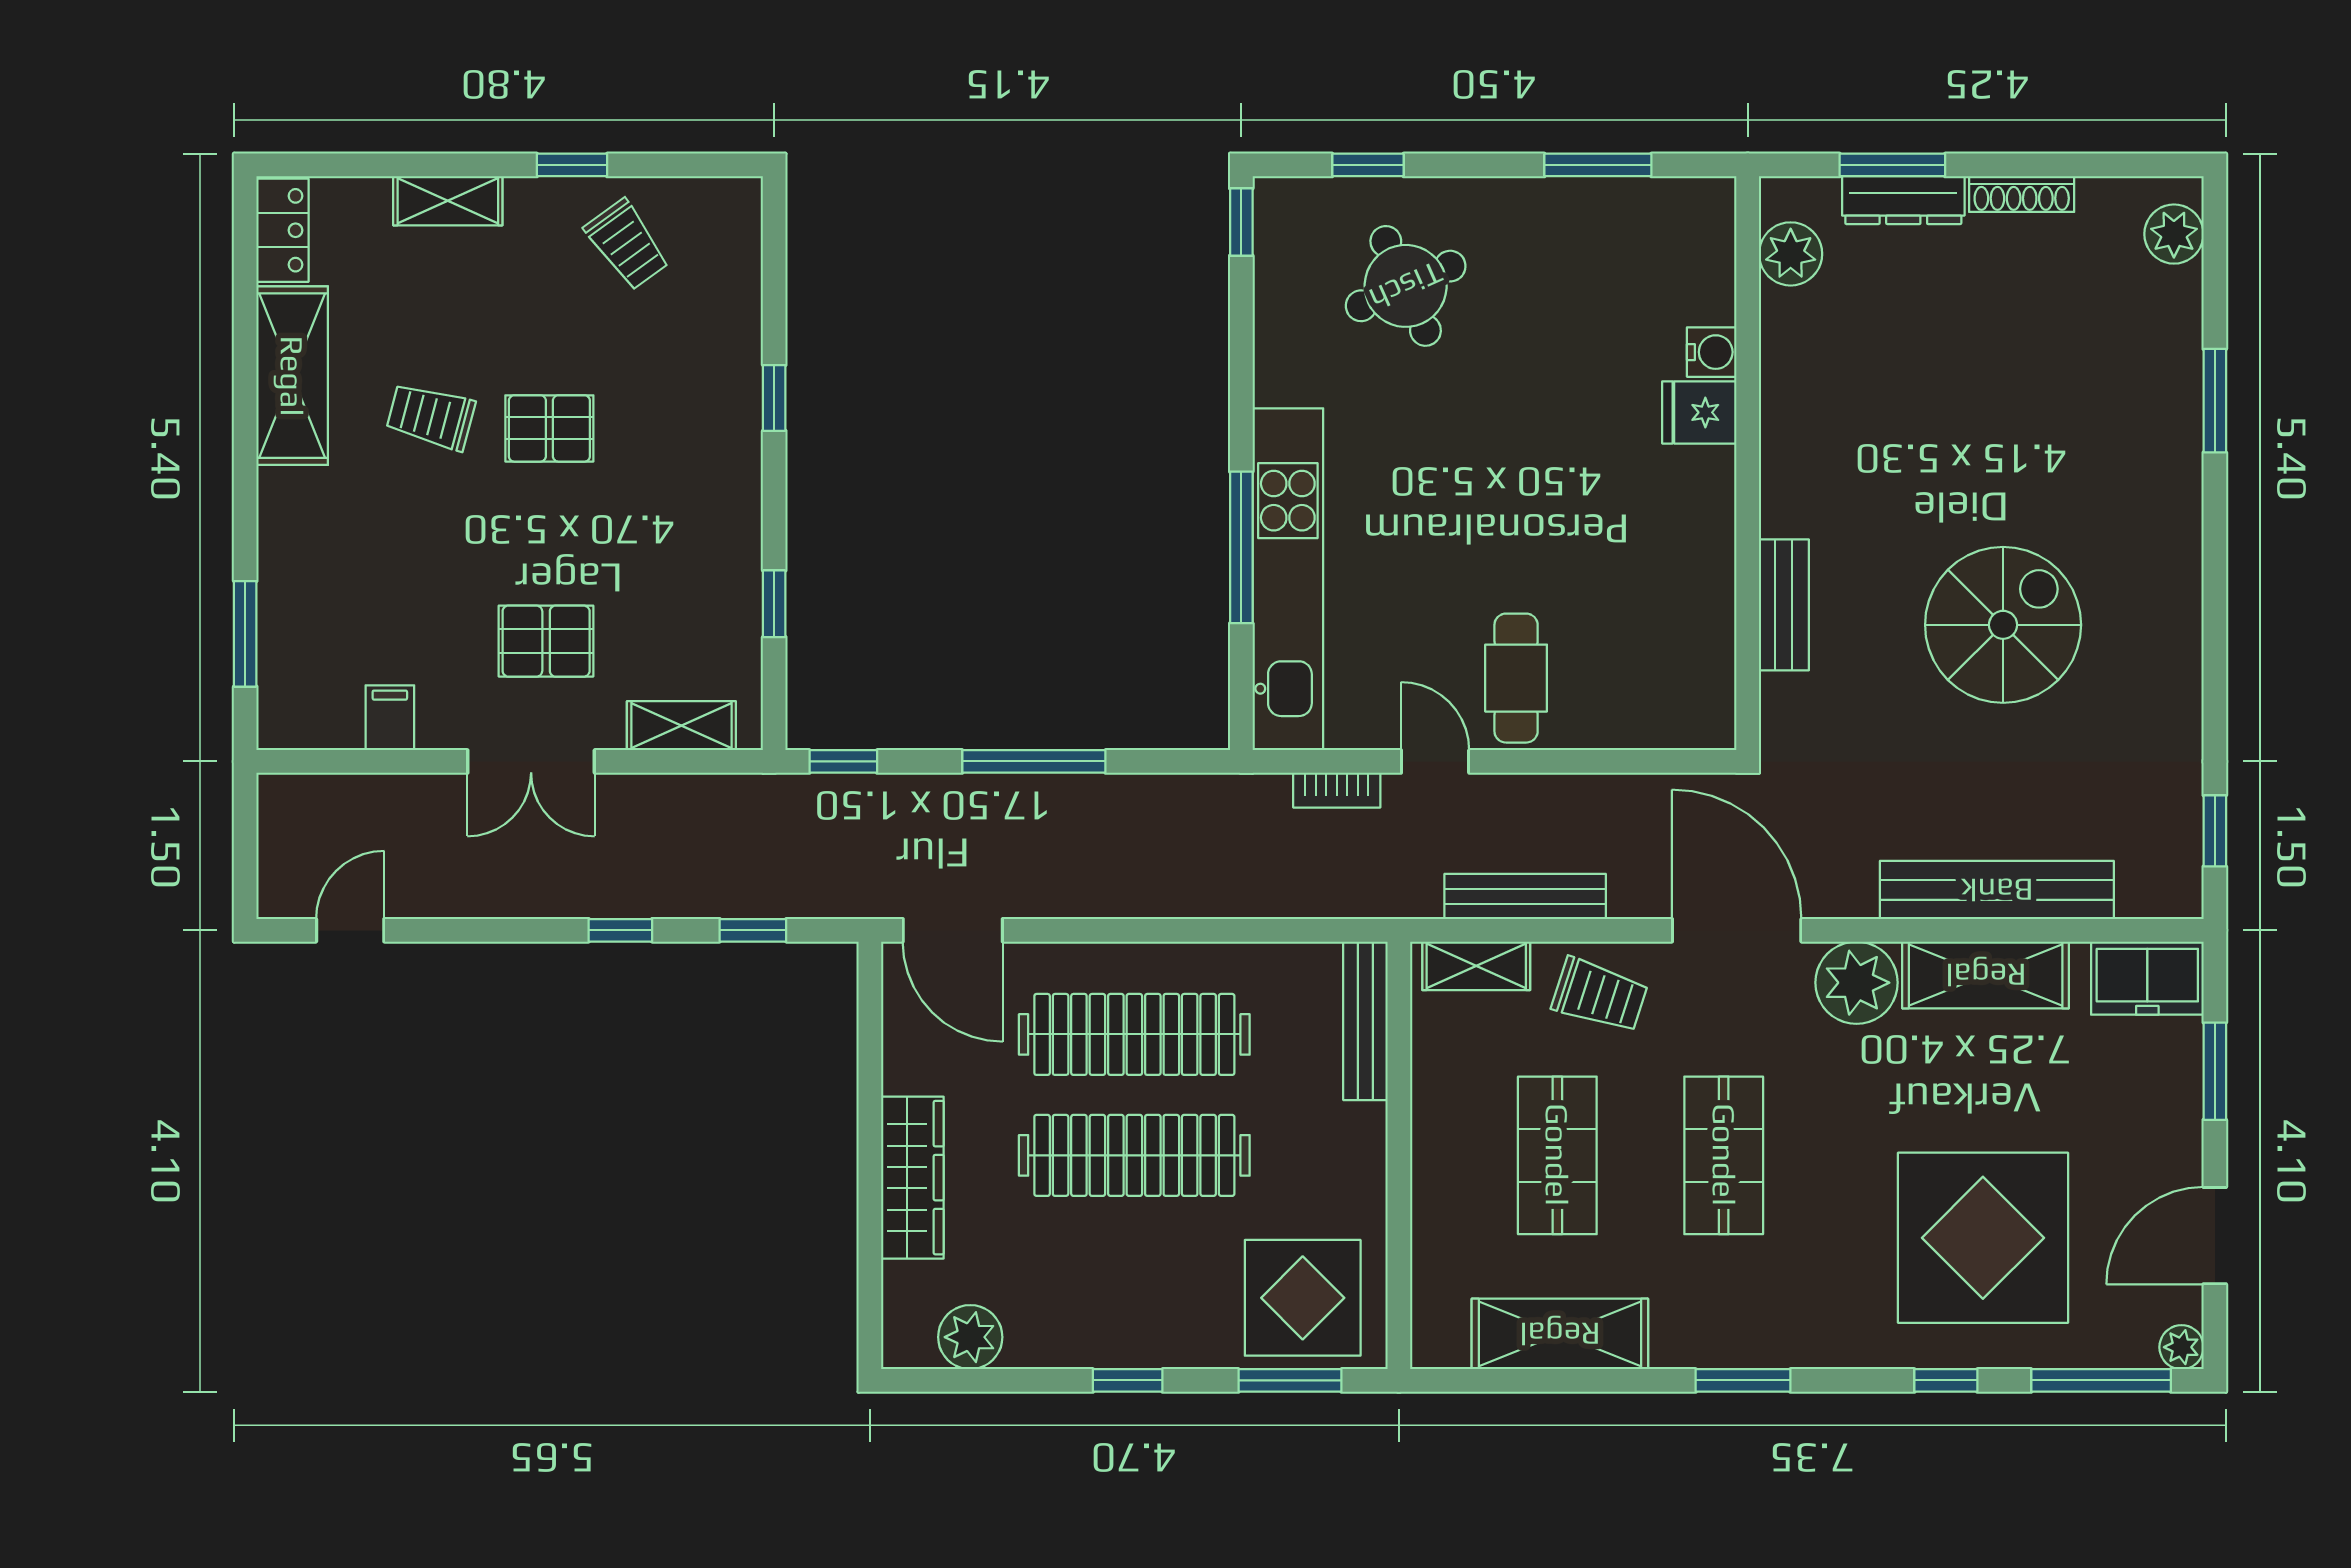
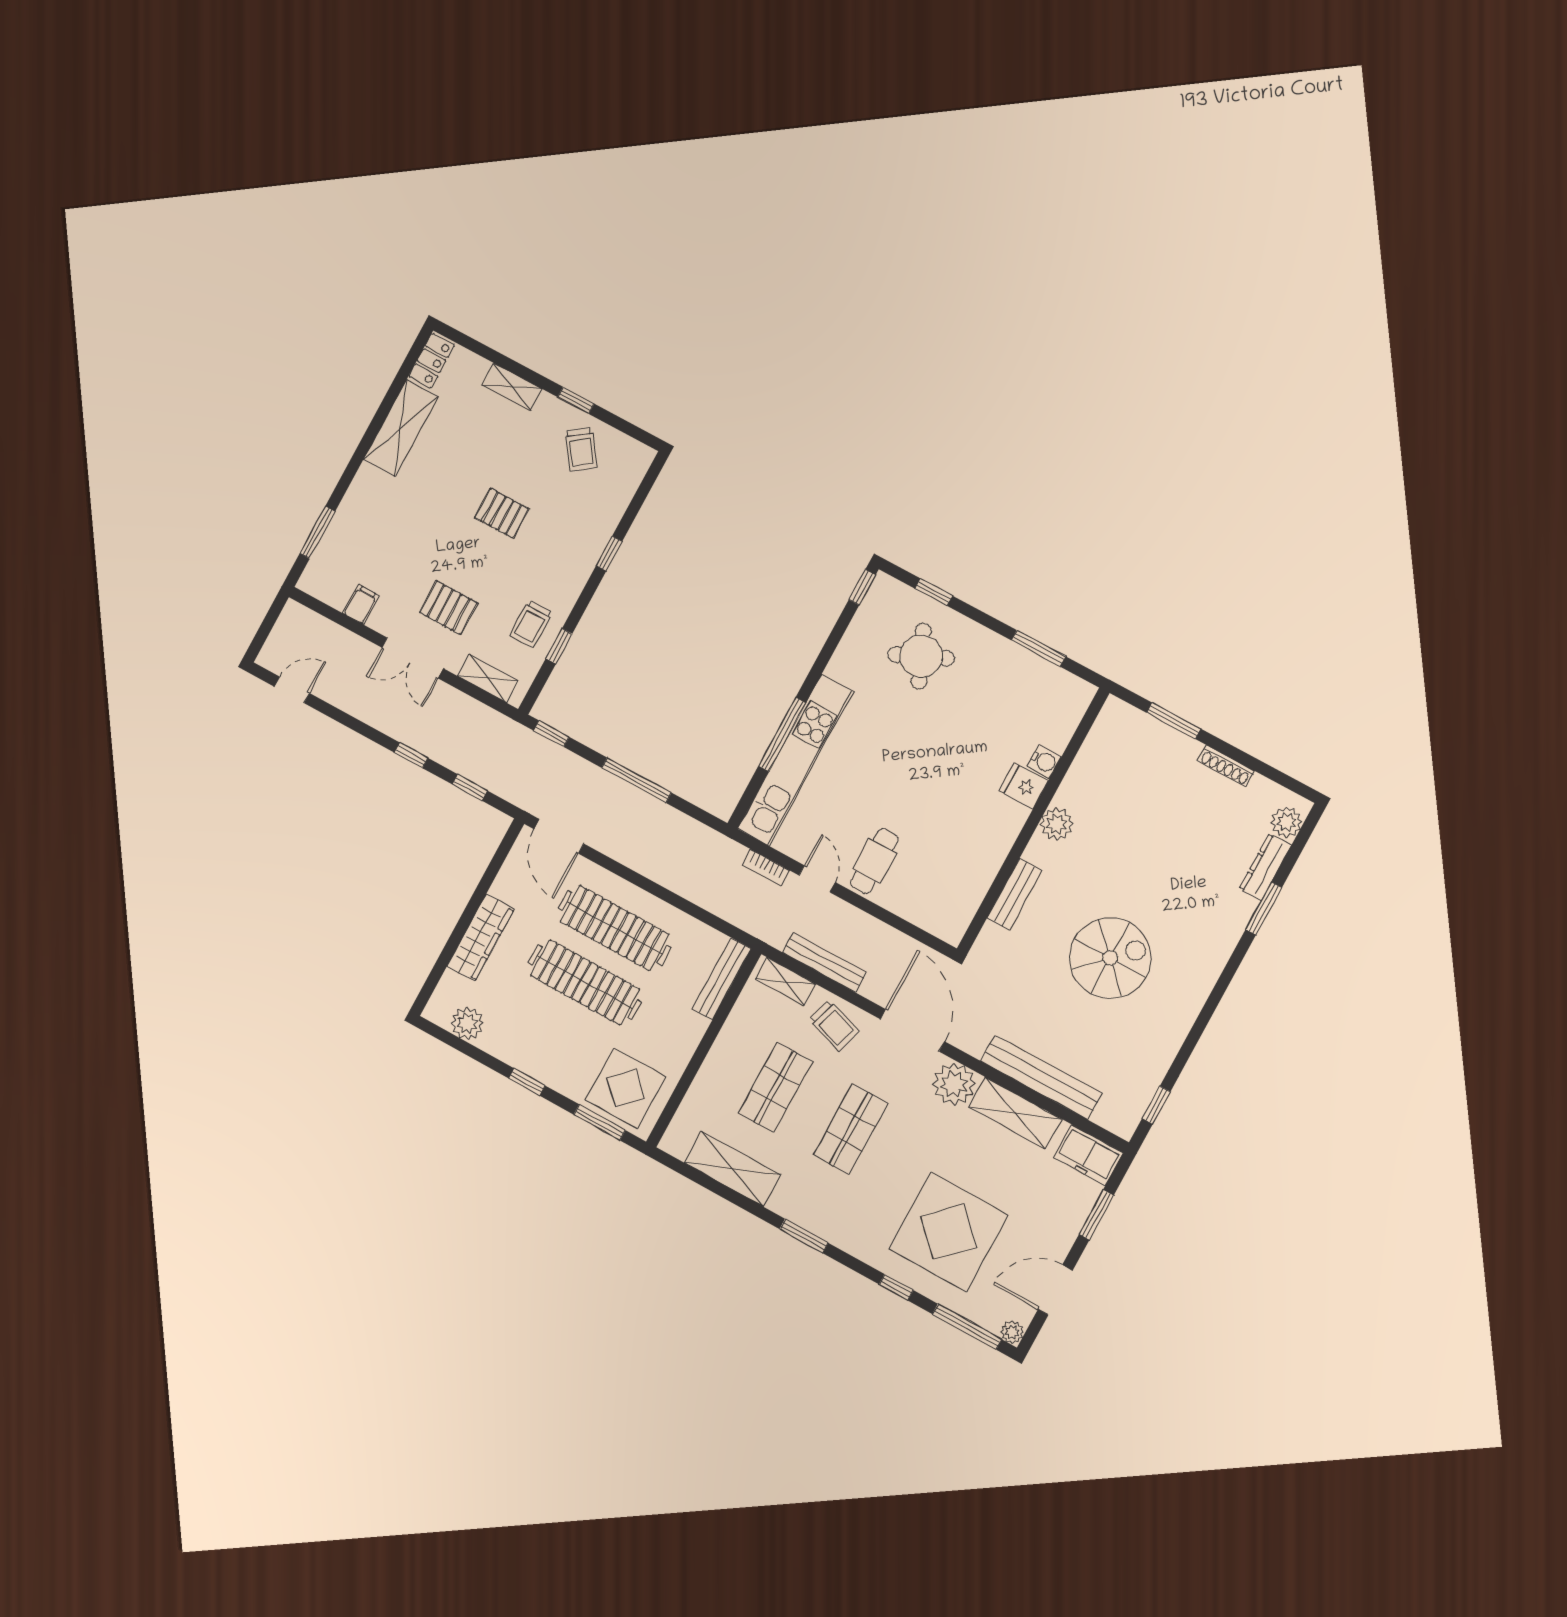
dresser: (1903, 200) -> (1265, 867), moved, turned 90
plant: (1791, 254) -> (1057, 824), moved
trolley: (431, 416) -> (531, 624), moved, turned -105

